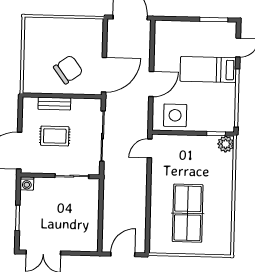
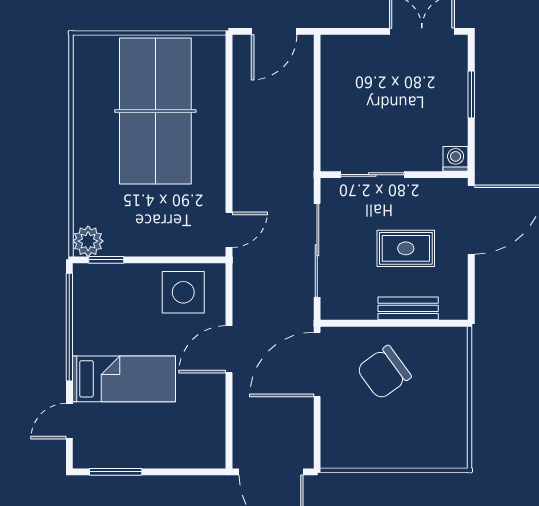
table tennis table: (188, 213) -> (155, 111), width x1.36, depth x1.32

